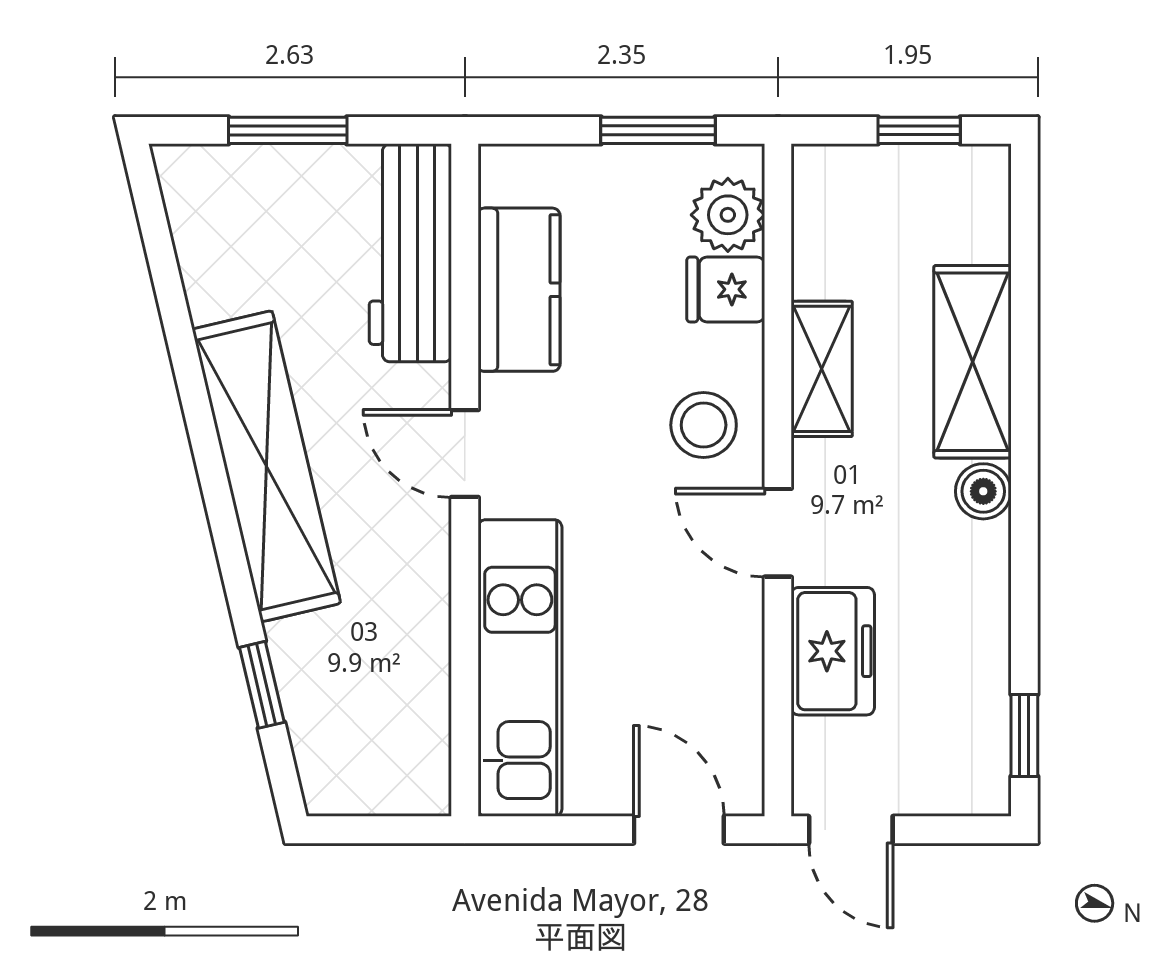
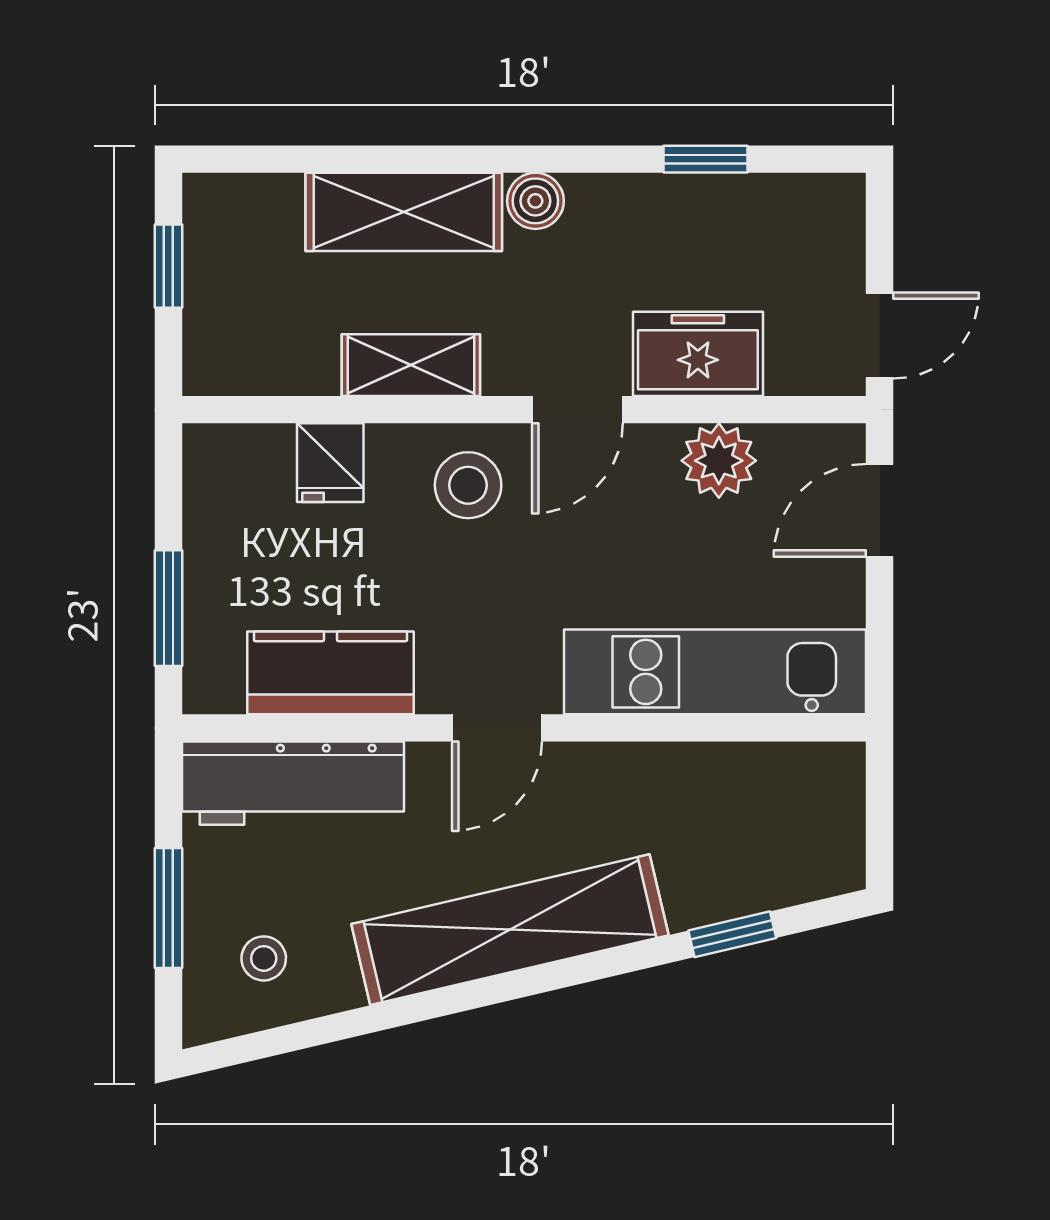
window: (658, 130) -> (168, 608), moved
plant: (728, 215) -> (719, 461), moved
stool: (238, 224) -> (264, 958), added
window: (1024, 735) -> (705, 159), moved

